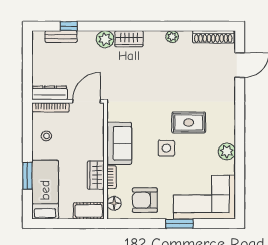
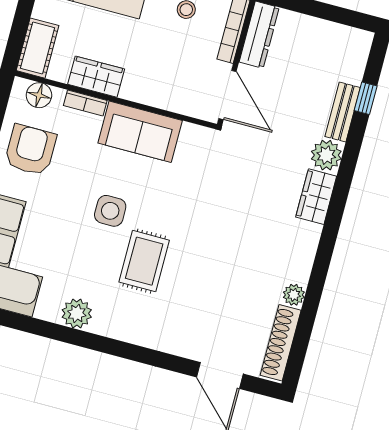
bench: (61, 37) -> (343, 112), moved
plant: (172, 37) -> (294, 295), moved

